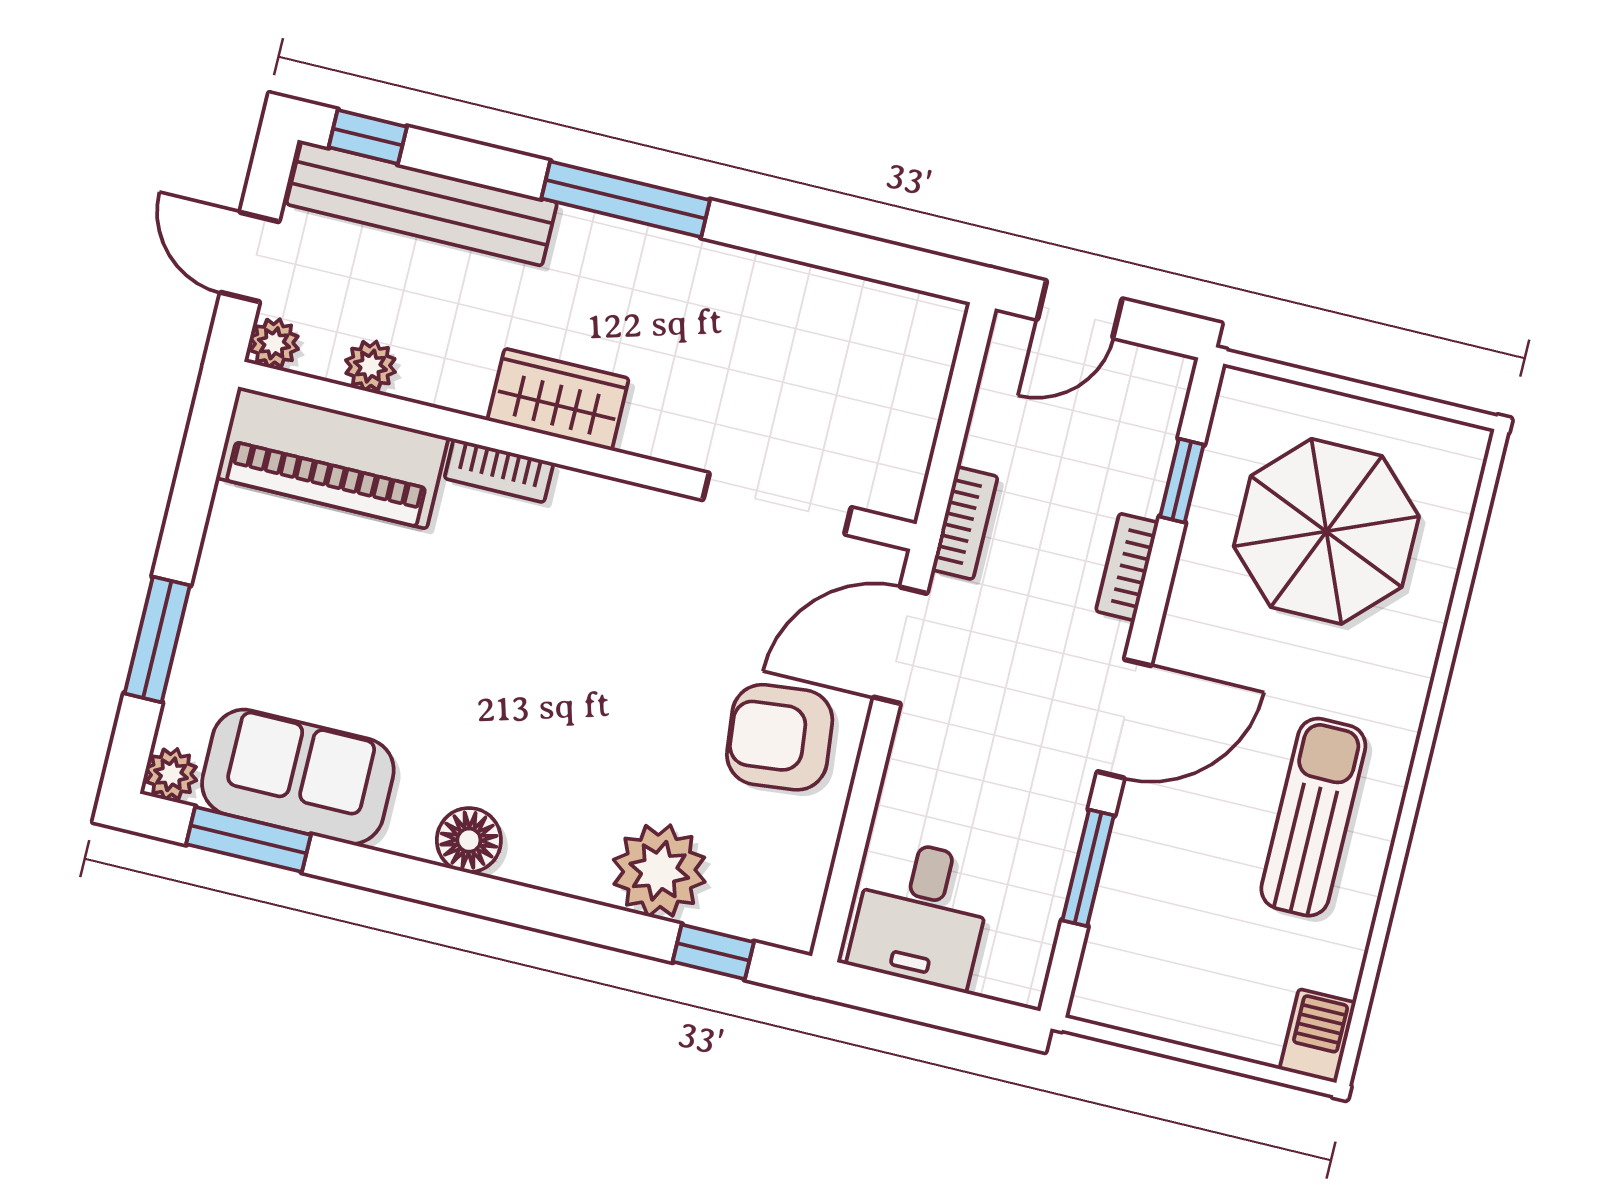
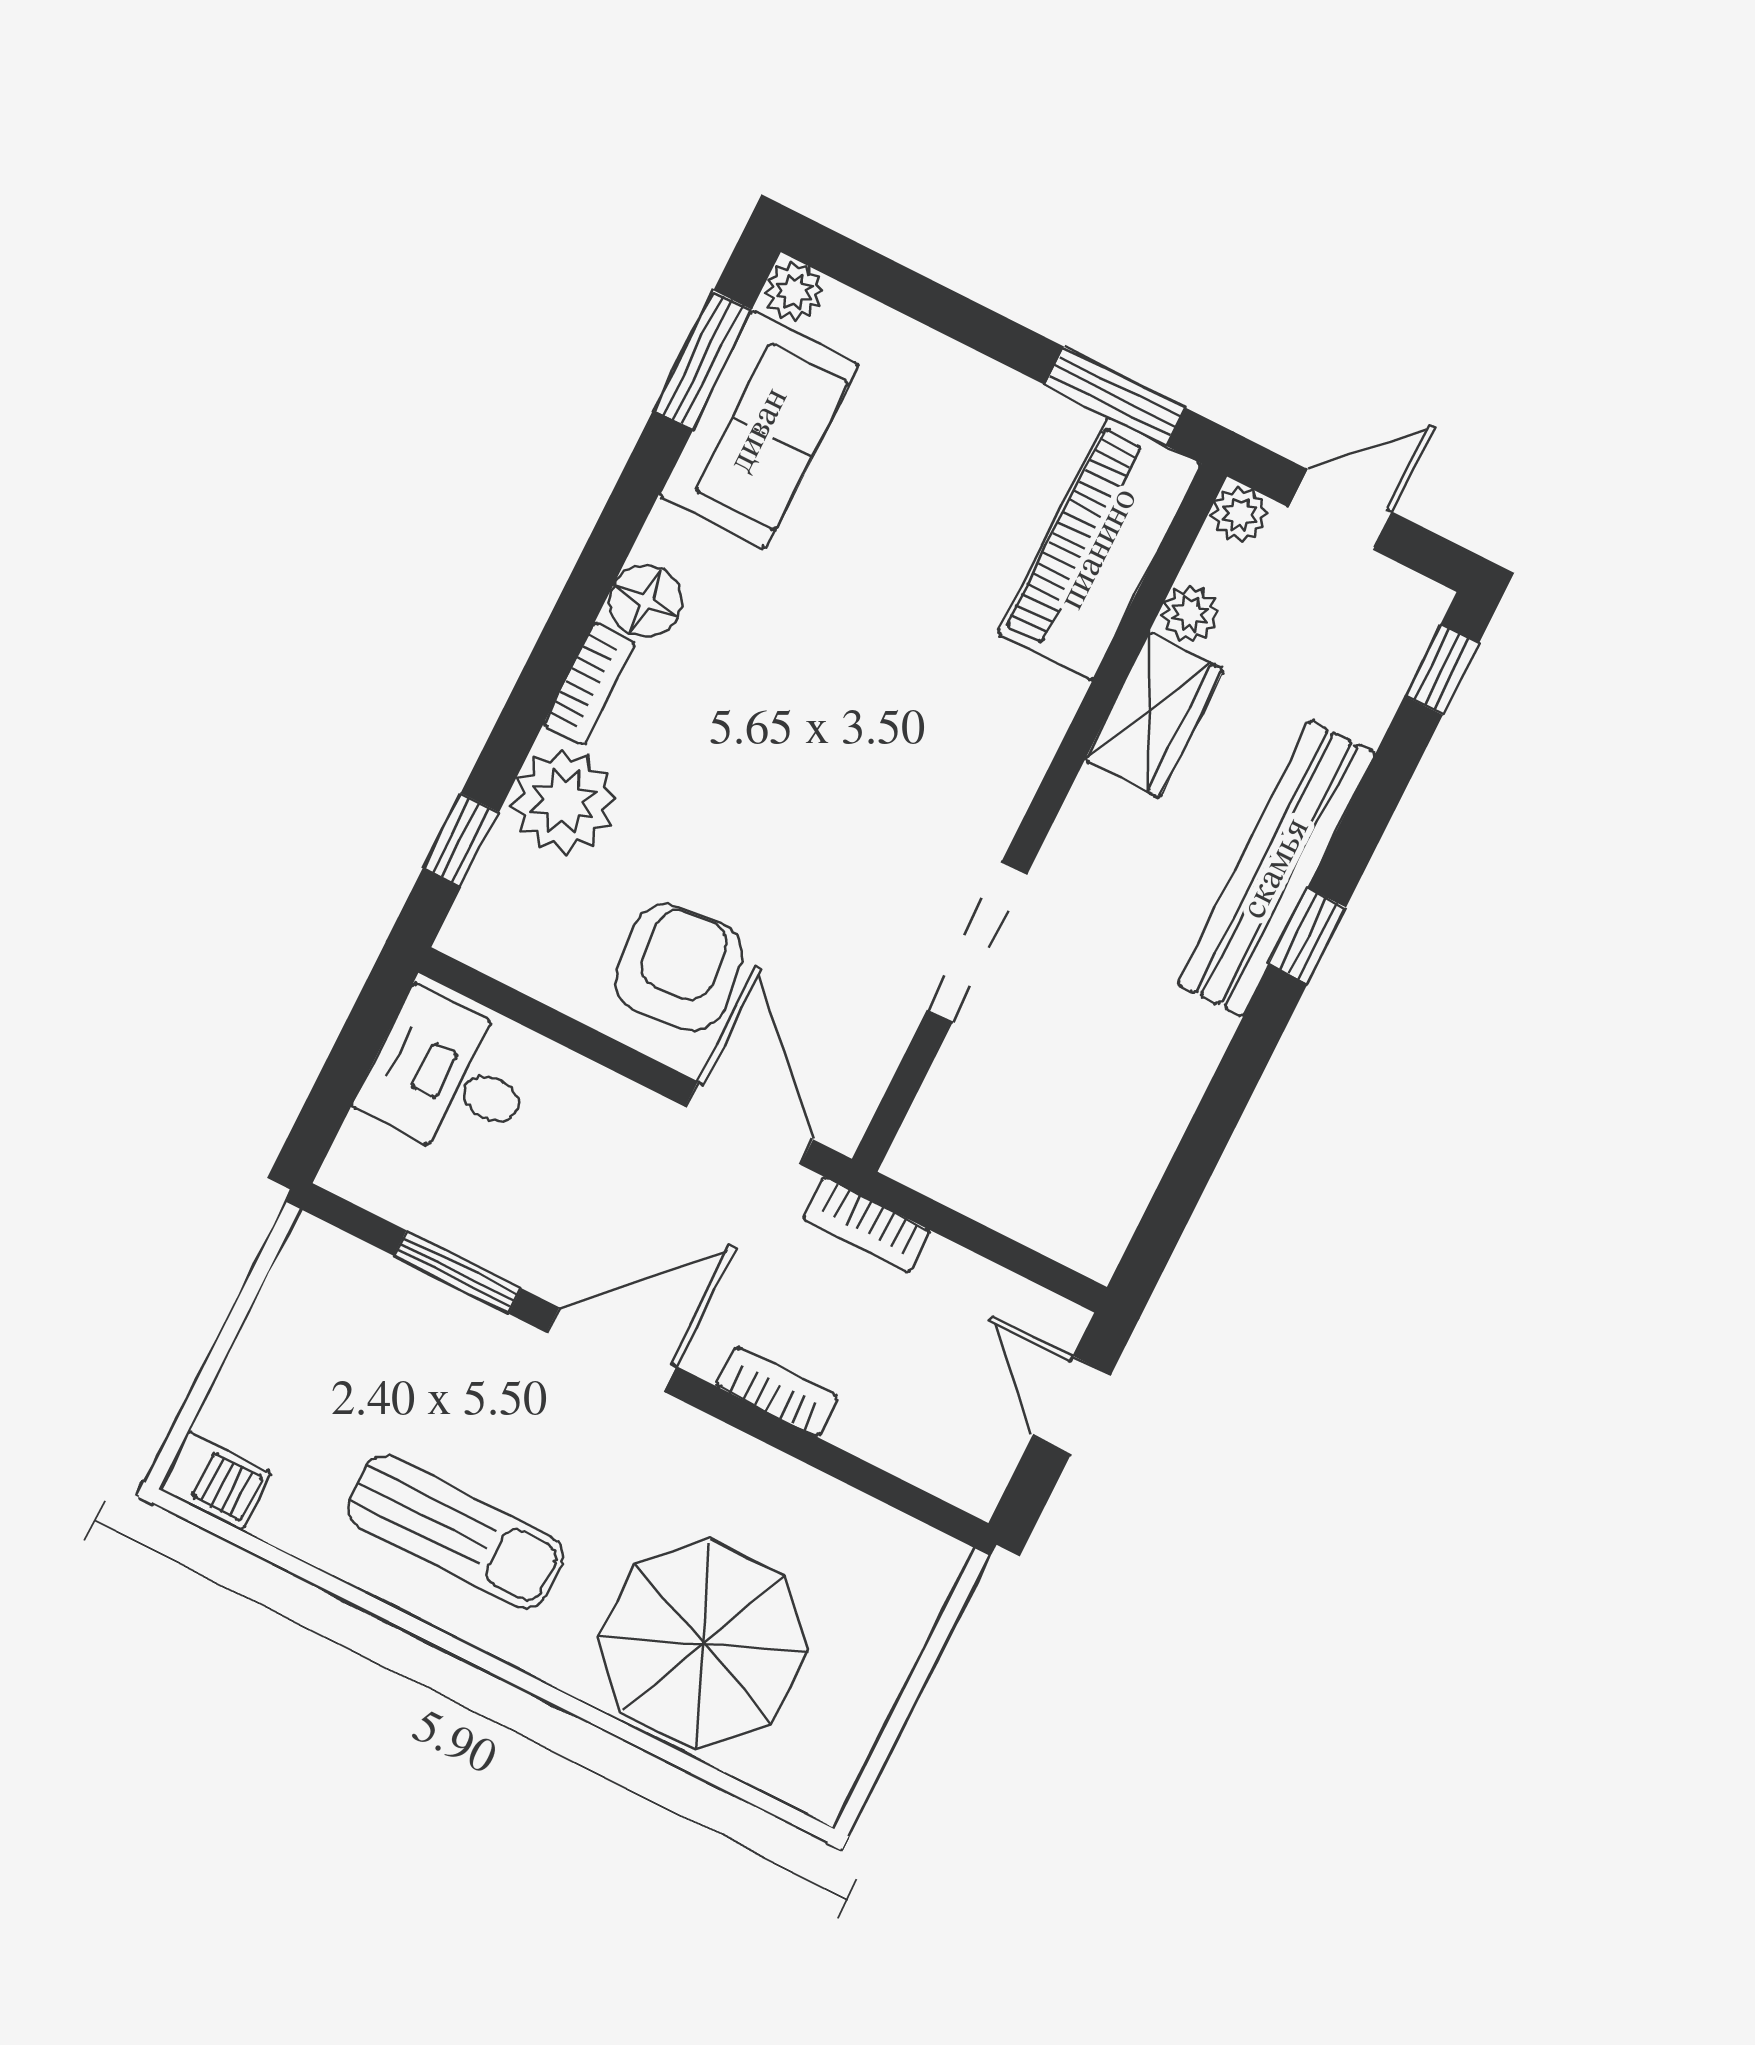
window: (626, 199) -> (1308, 936), width x0.46
bench: (422, 203) -> (1276, 869), moved
wardrobe: (558, 399) -> (1154, 715), moved
bookcase: (499, 471) -> (589, 684), moved, turned 180
window: (1182, 481) -> (858, 1473), removed
doorway: (777, 504) -> (977, 942), moved
parasol: (1326, 531) -> (703, 1644), moved
window: (157, 639) -> (1115, 396), moved
door: (1124, 719) -> (612, 1350), swing flipped

